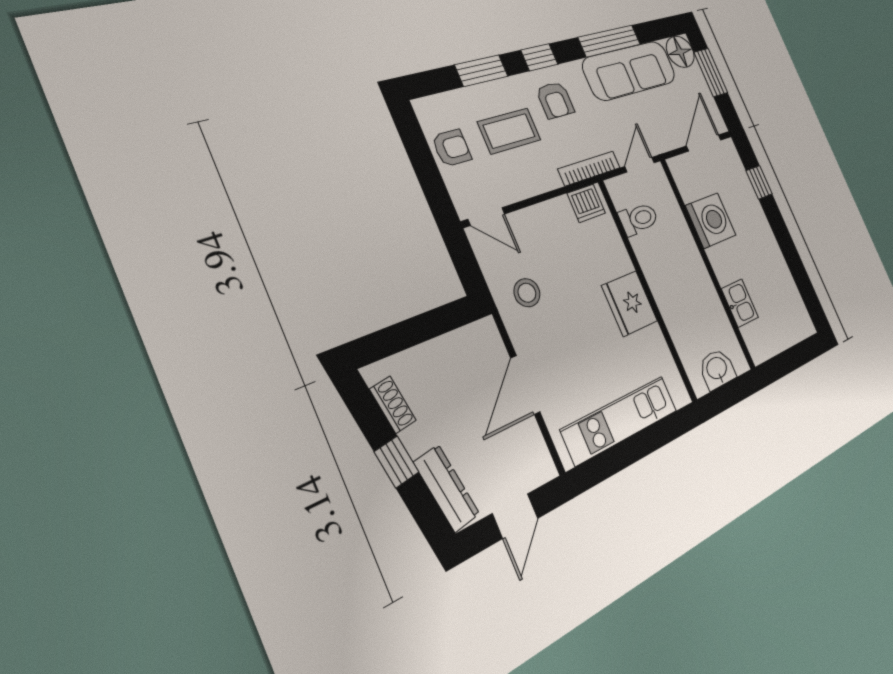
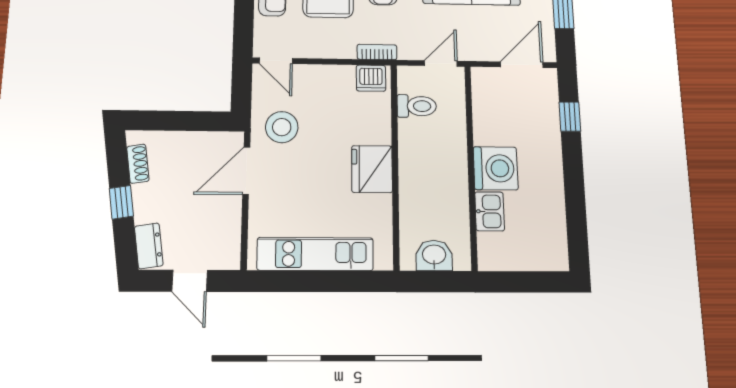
bookcase: (589, 168) -> (377, 52), width x0.64
washing machine: (711, 220) -> (496, 168), moved
stool: (527, 293) -> (282, 127), width x1.38, depth x1.38
door: (525, 385) -> (246, 171), moved
dresser: (447, 488) -> (149, 246), width x0.70
door: (515, 516) -> (190, 281), hinge flipped

